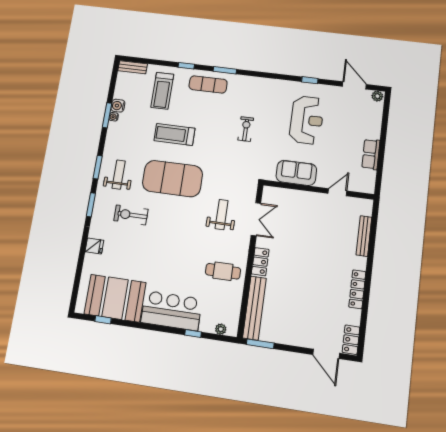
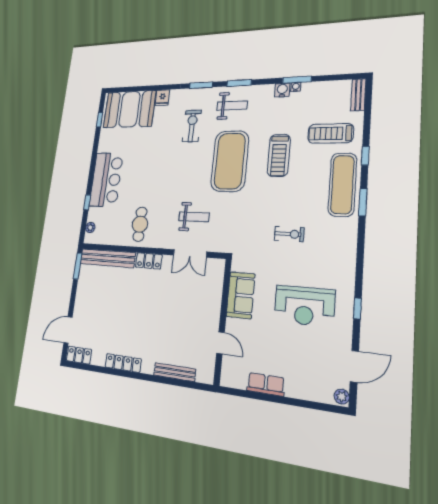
exercise mat: (208, 84) -> (342, 185), width x1.36, depth x1.45
water cooler: (118, 106) -> (282, 90), moved
treadmill: (174, 134) -> (279, 155), turned 180
booth: (115, 298) -> (129, 109), moved, turned 90

